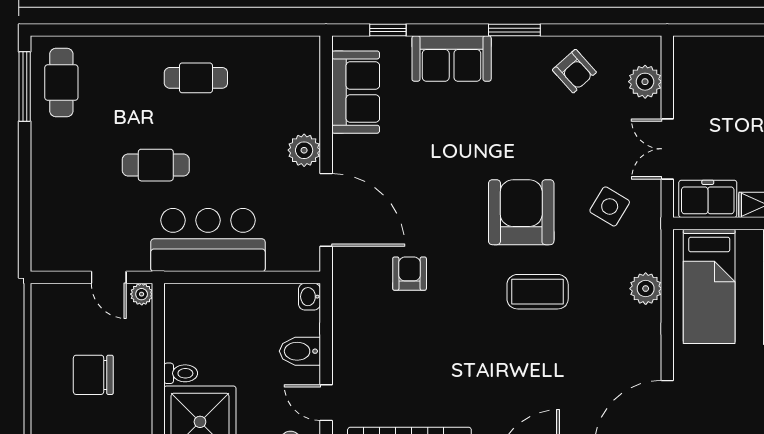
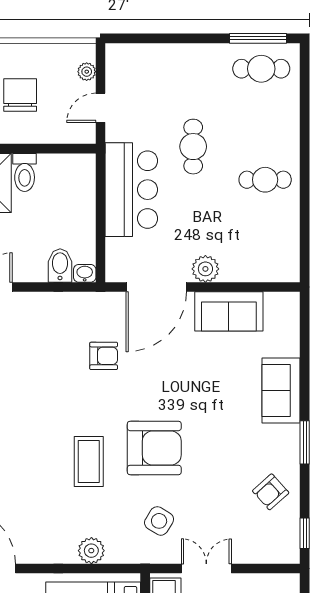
window: (388, 30) -> (305, 533), moved
cafe table: (196, 78) -> (265, 180), turned 90
plant: (645, 82) -> (262, 550), removed
sofa: (356, 92) -> (229, 311), moved
plant: (142, 294) -> (87, 72), moved
bidet: (300, 351) -> (60, 265), moved
toilet: (181, 373) -> (25, 172), width x1.37, depth x1.39

